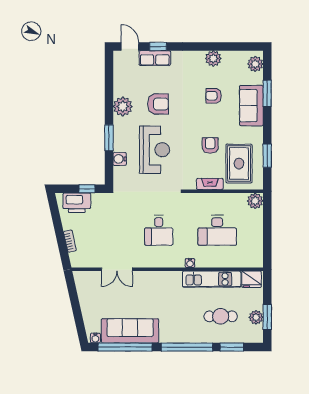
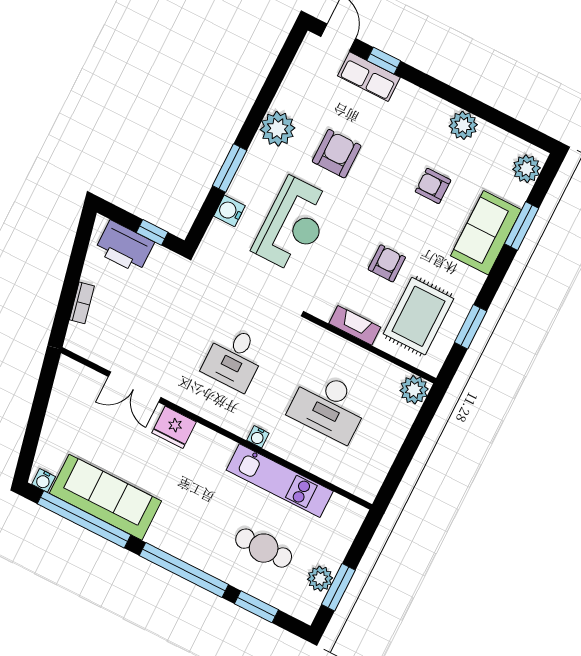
armchair: (158, 104) -> (337, 154), turned -90
fridge: (252, 279) -> (174, 427), moved

